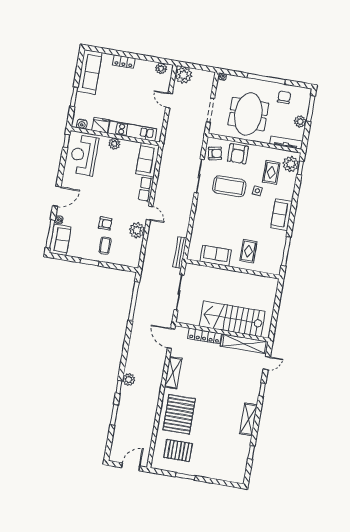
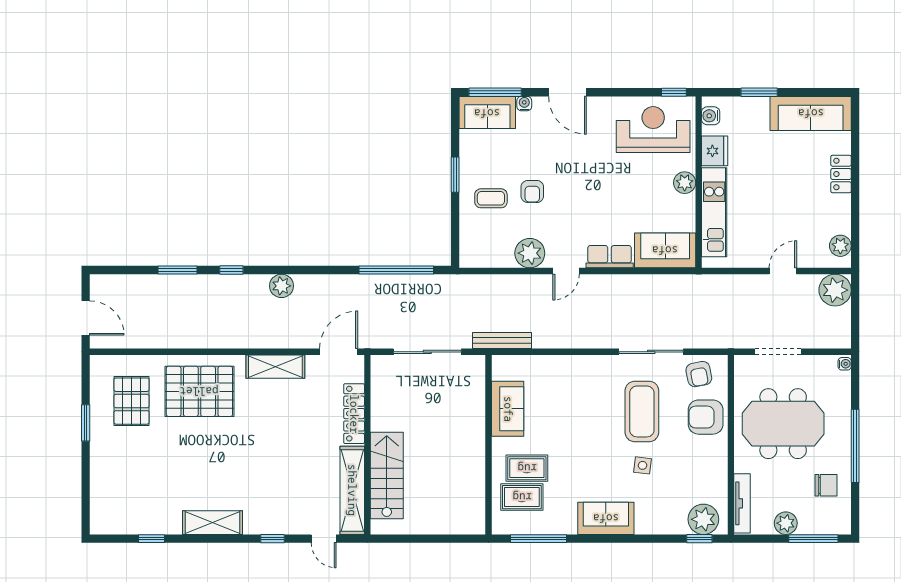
rug: (271, 172) -> (522, 497), moved
stairs: (232, 319) -> (387, 475), width x0.73, depth x0.66
plant: (129, 380) -> (281, 286), moved

